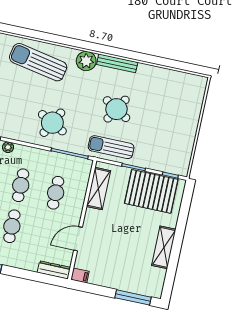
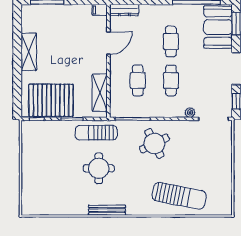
plant: (86, 61) -> (136, 206), removed
round table: (117, 109) -> (99, 168), turned -31
round table: (52, 123) -> (154, 143), turned 36
sun lounger: (111, 147) -> (96, 133), turned 180

